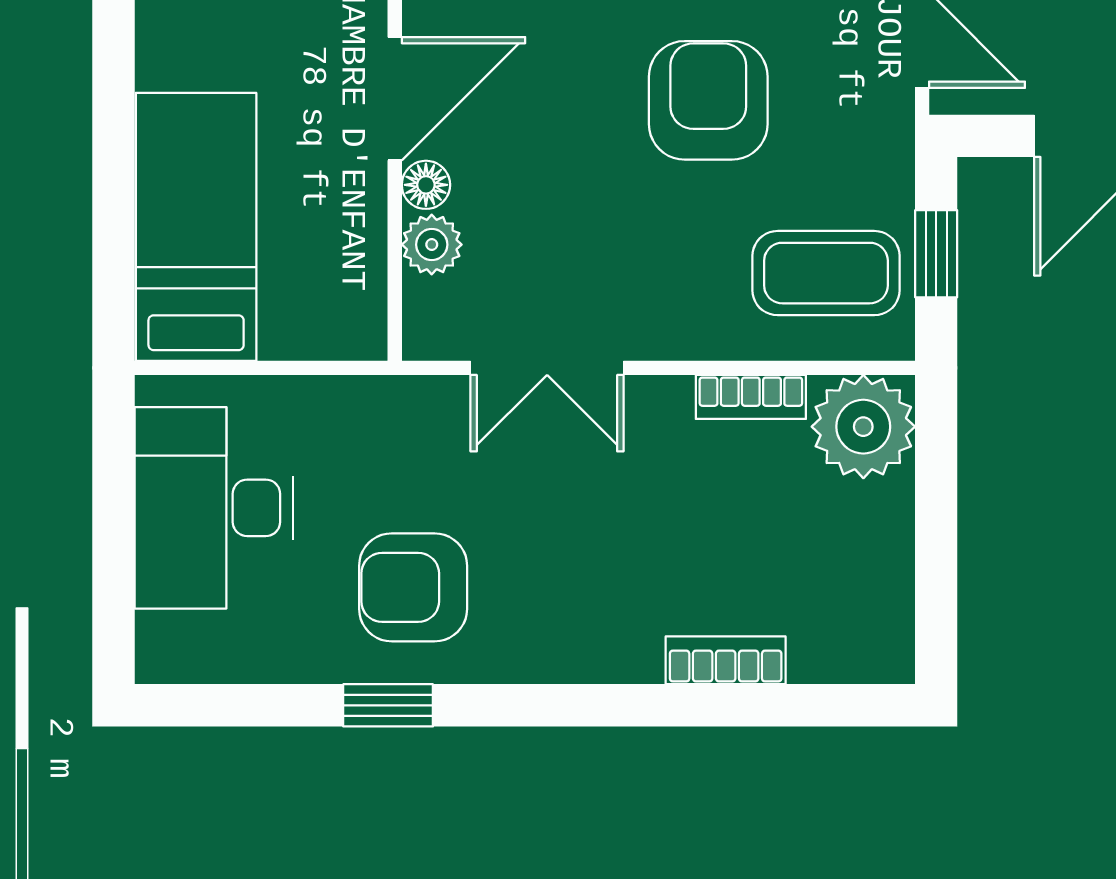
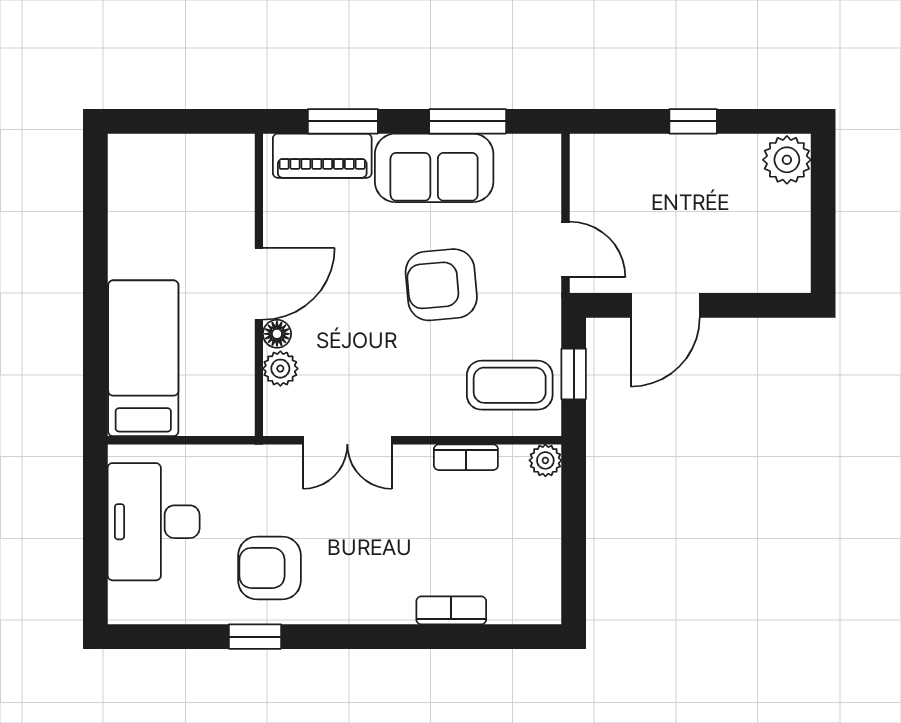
armchair: (708, 100) -> (441, 285), turned -95
plant: (863, 427) -> (545, 460), width x0.53, depth x0.53

